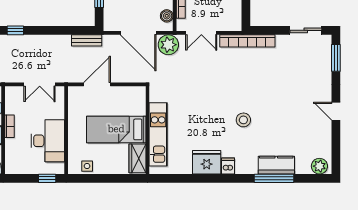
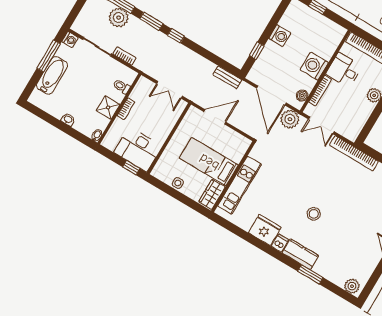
desk: (48, 141) -> (138, 149), moved, turned 90
kitchen counter: (276, 165) -> (300, 254), moved
side table: (87, 166) -> (178, 183), moved
window: (274, 178) -> (310, 274), width x0.69

